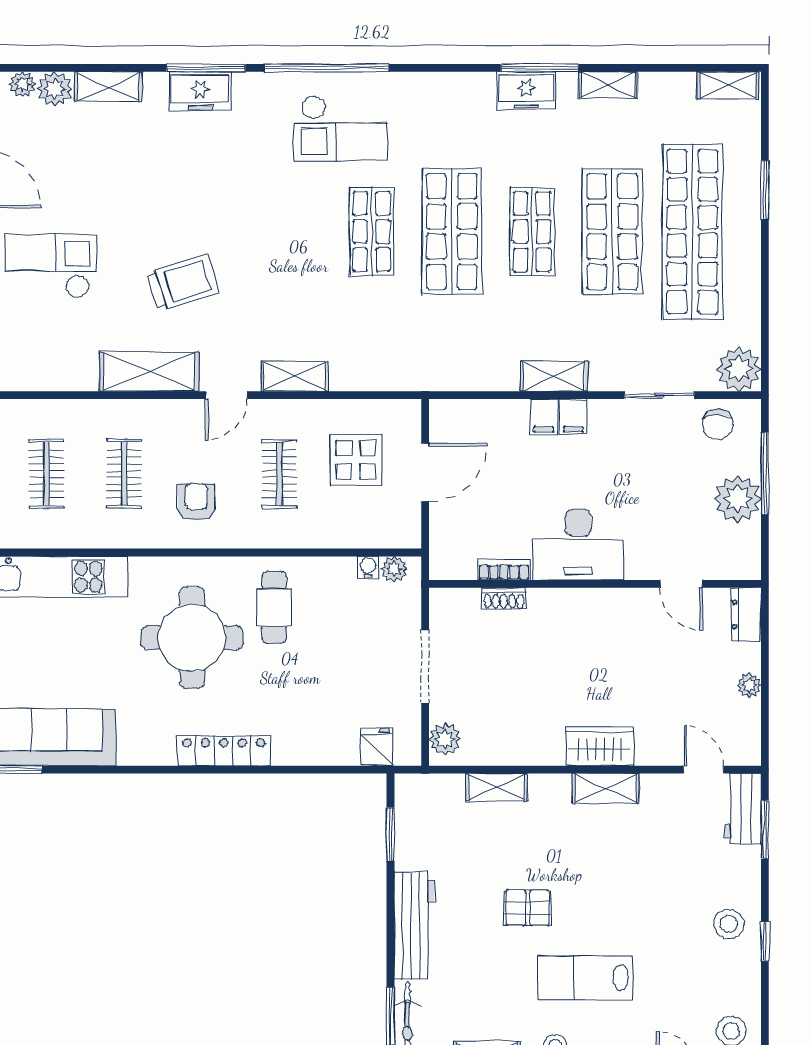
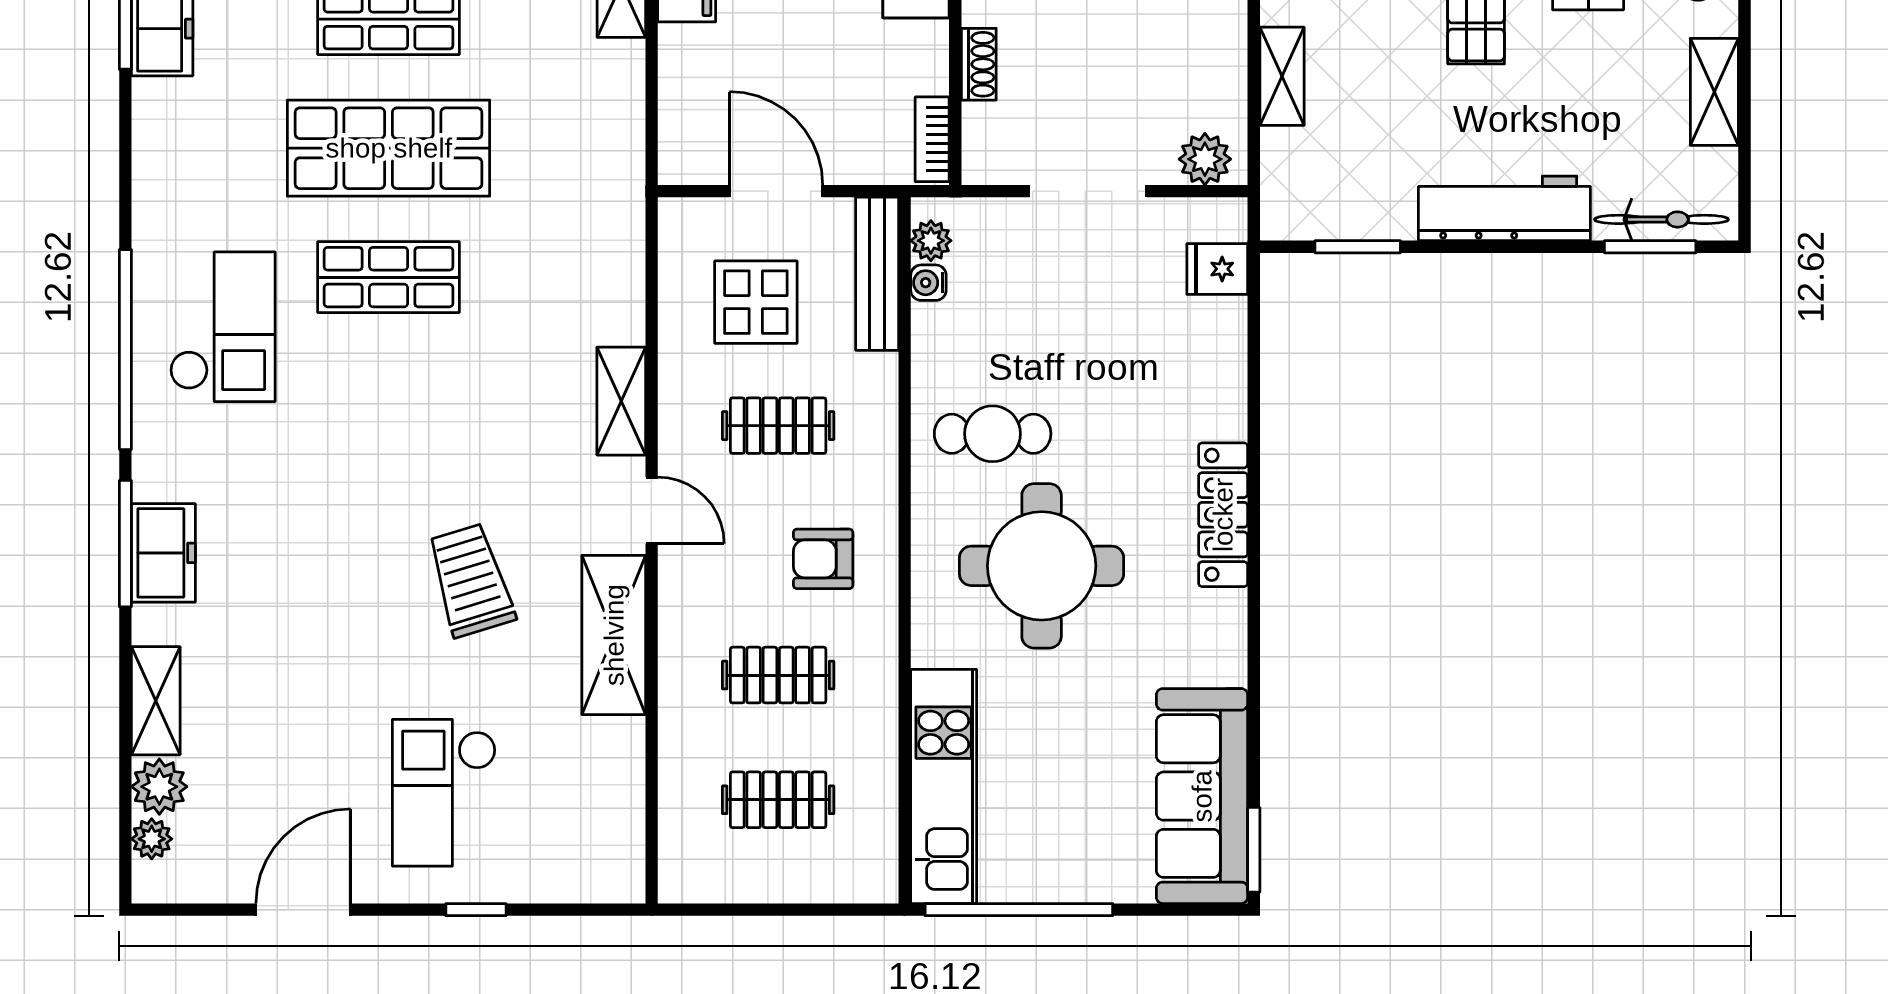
bench: (374, 535) -> (877, 274), added
bookcase: (504, 570) -> (932, 139), moved

